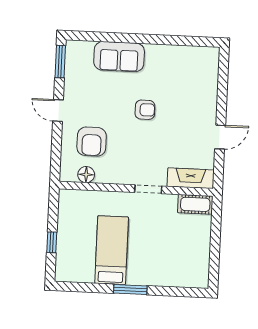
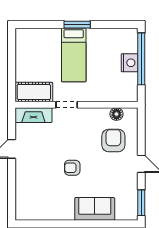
cot: (195, 204) -> (34, 92), width x1.37, depth x1.34
nightstand: (67, 238) -> (130, 63), added
window: (52, 242) -> (141, 59), width x3.17
bed: (112, 250) -> (74, 55), moved

